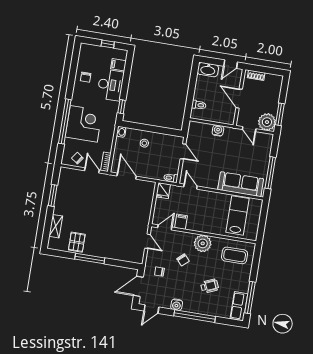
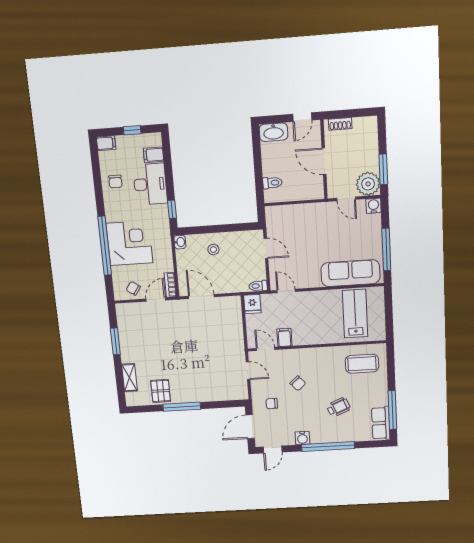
filing cabinet: (86, 49) -> (106, 143), added
water cooler: (218, 131) -> (374, 206), moved
door: (92, 170) -> (156, 299), hinge flipped
door: (165, 227) -> (265, 349), hinge flipped
plant: (203, 243) -> (318, 358), removed

